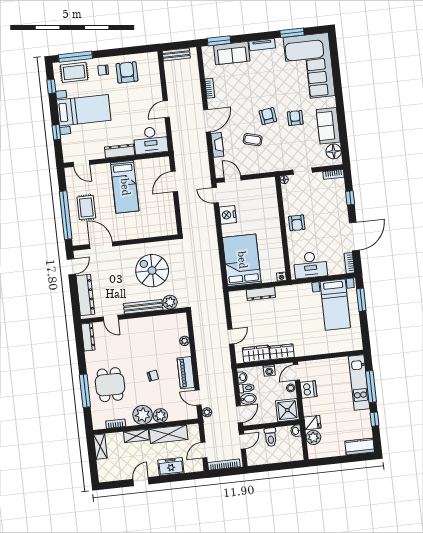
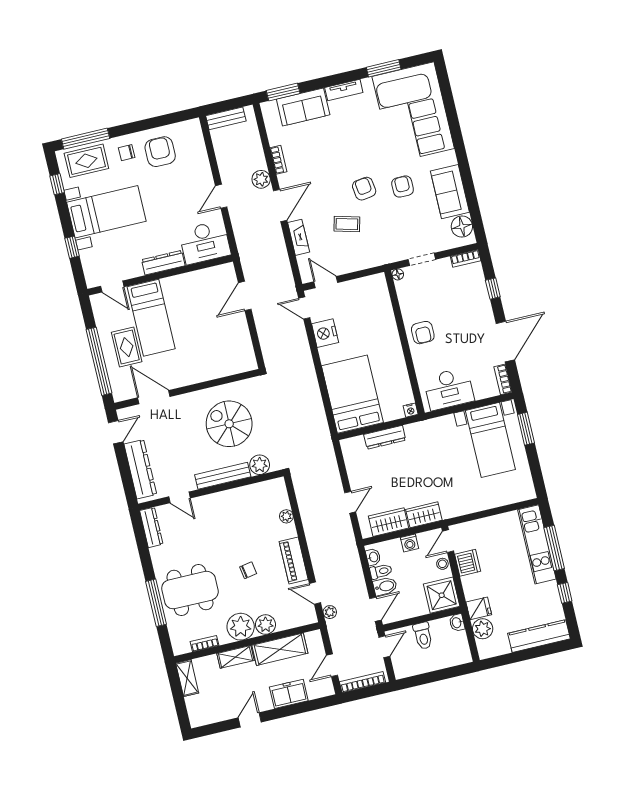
plant: (196, 101) -> (261, 179), added
bed: (125, 187) -> (151, 318), moved
dining table: (110, 385) -> (190, 590), width x1.38
kitchen counter: (360, 447) -> (539, 636), width x1.50

